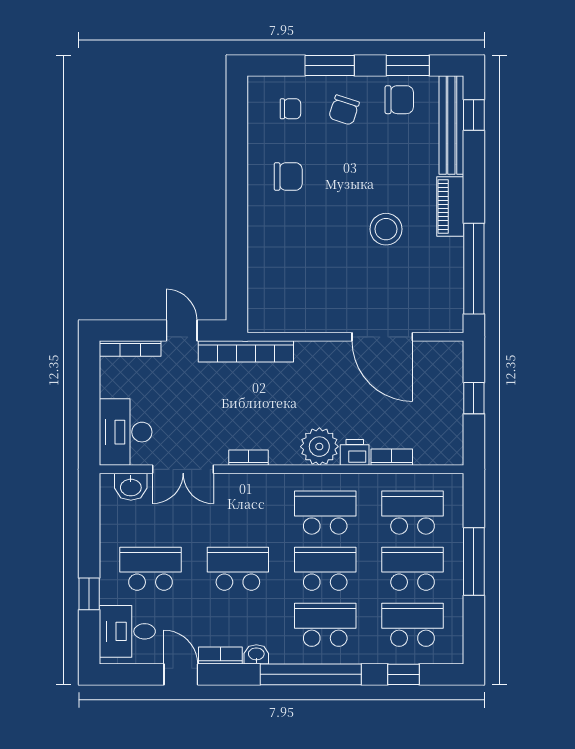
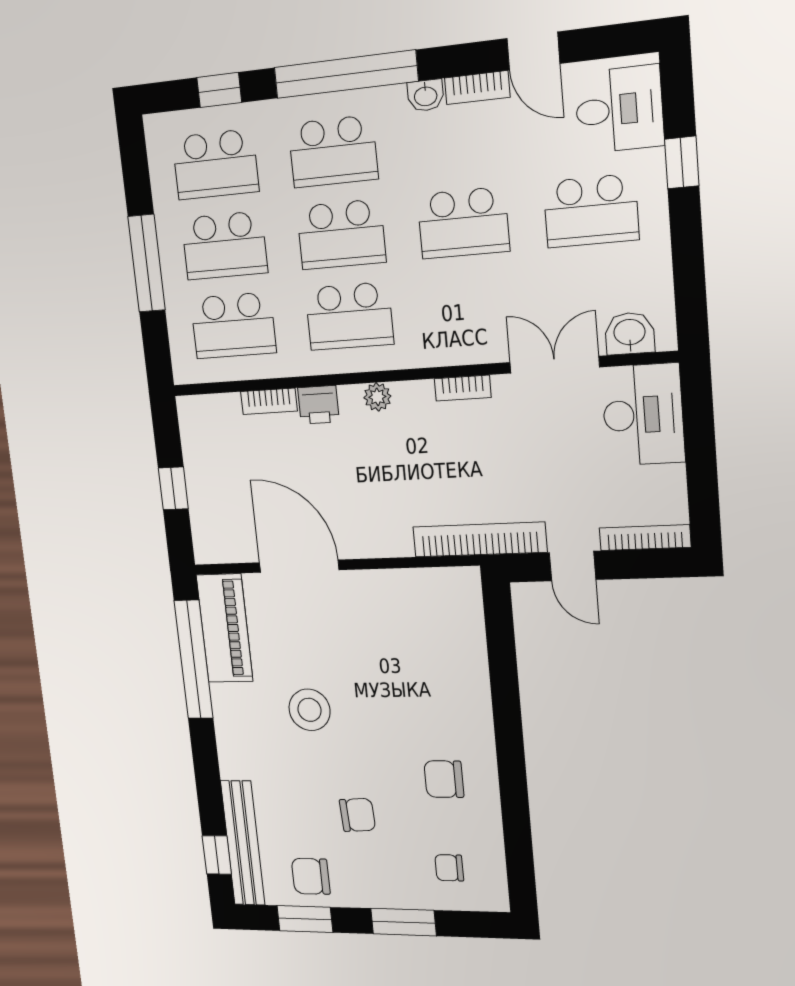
chair: (344, 110) -> (357, 815), moved, turned 69
piano: (450, 206) -> (225, 628), moved, width x1.37, depth x1.33
plant: (319, 447) -> (377, 397), width x0.53, depth x0.53

